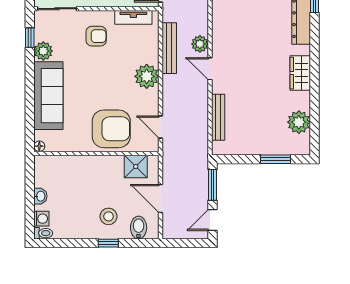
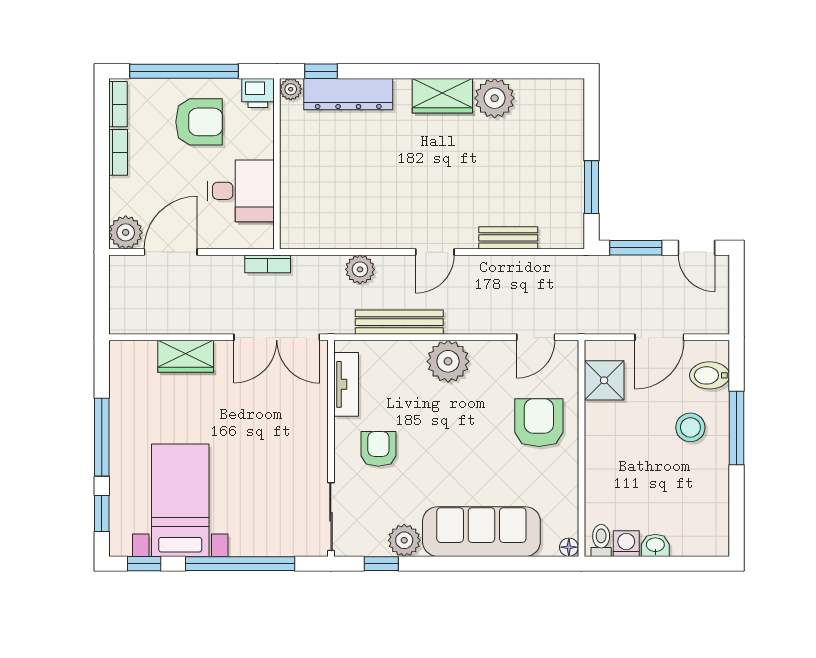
plant: (200, 44) -> (360, 269), moved
bench: (218, 117) -> (508, 238), width x0.73
plant: (299, 122) -> (495, 98), moved
armchair: (111, 129) -> (539, 423), width x0.73, depth x0.73
window: (275, 159) -> (591, 187), moved
washing machine: (41, 219) -> (626, 544), moved
toilet: (43, 233) -> (601, 540), moved
window: (108, 243) -> (737, 428), width x2.17

